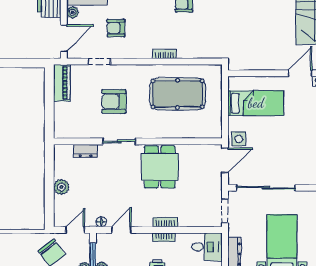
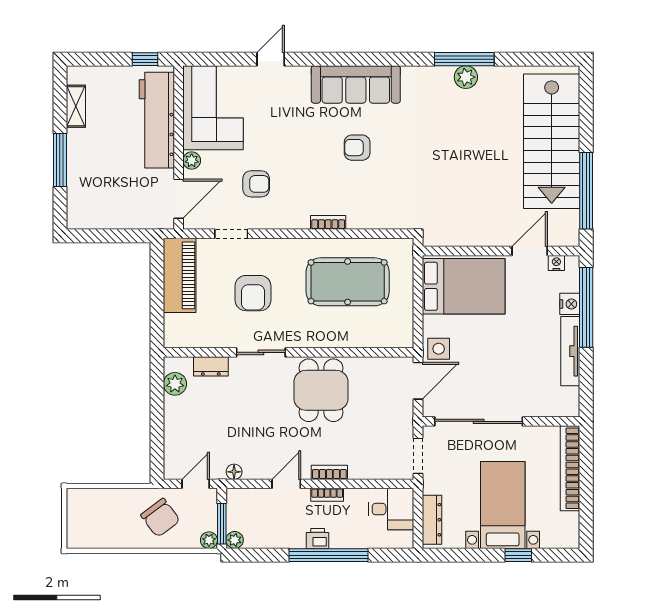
armchair: (116, 28) -> (256, 184), turned 180
piano: (62, 83) -> (180, 275), width x1.37, depth x1.33
armchair: (114, 102) -> (253, 293), turned -90
bed: (256, 103) -> (464, 286), width x1.50
plant: (61, 187) -> (175, 384), moved
door: (121, 230) -> (286, 484), moved

